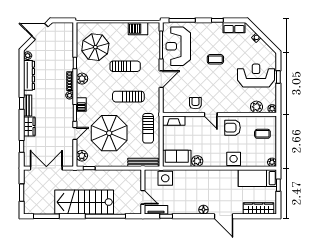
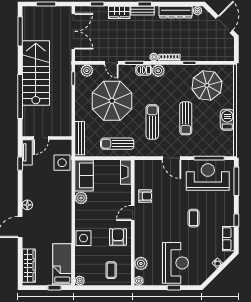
barbecue: (138, 29) -> (227, 120), moved
plant: (82, 79) -> (158, 71), moved

